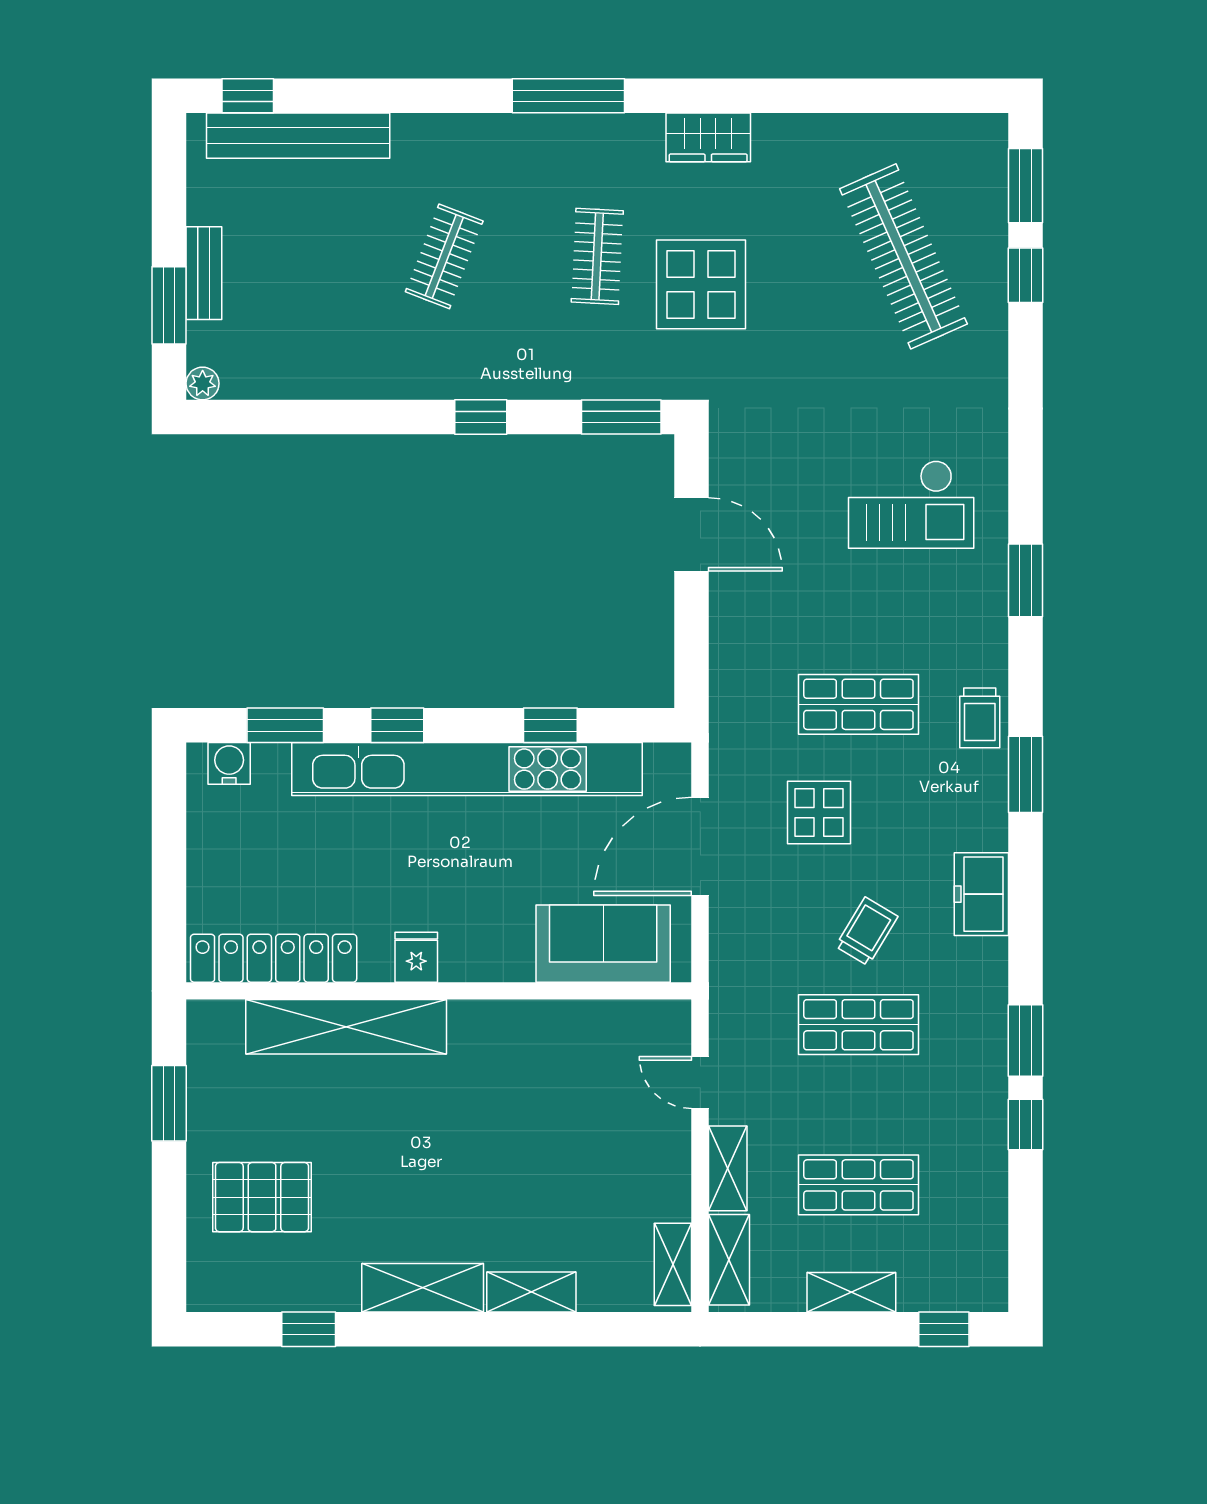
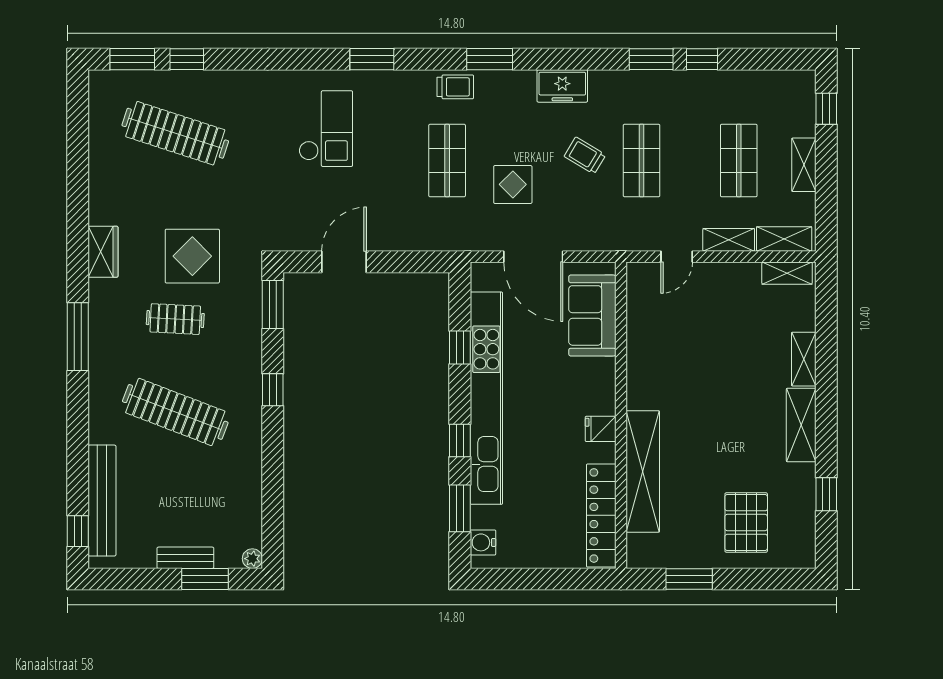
clothes rail: (444, 256) -> (175, 412), width x1.86, depth x1.31
clothes rail: (903, 256) -> (175, 133), turned 42

